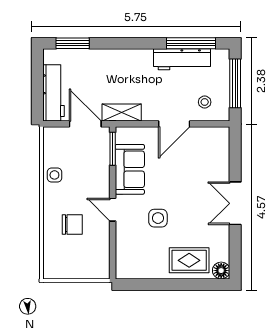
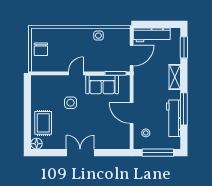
window: (191, 43) -> (184, 109), moved
shelving: (122, 113) -> (175, 77), moved
chair: (72, 224) -> (41, 49), moved

